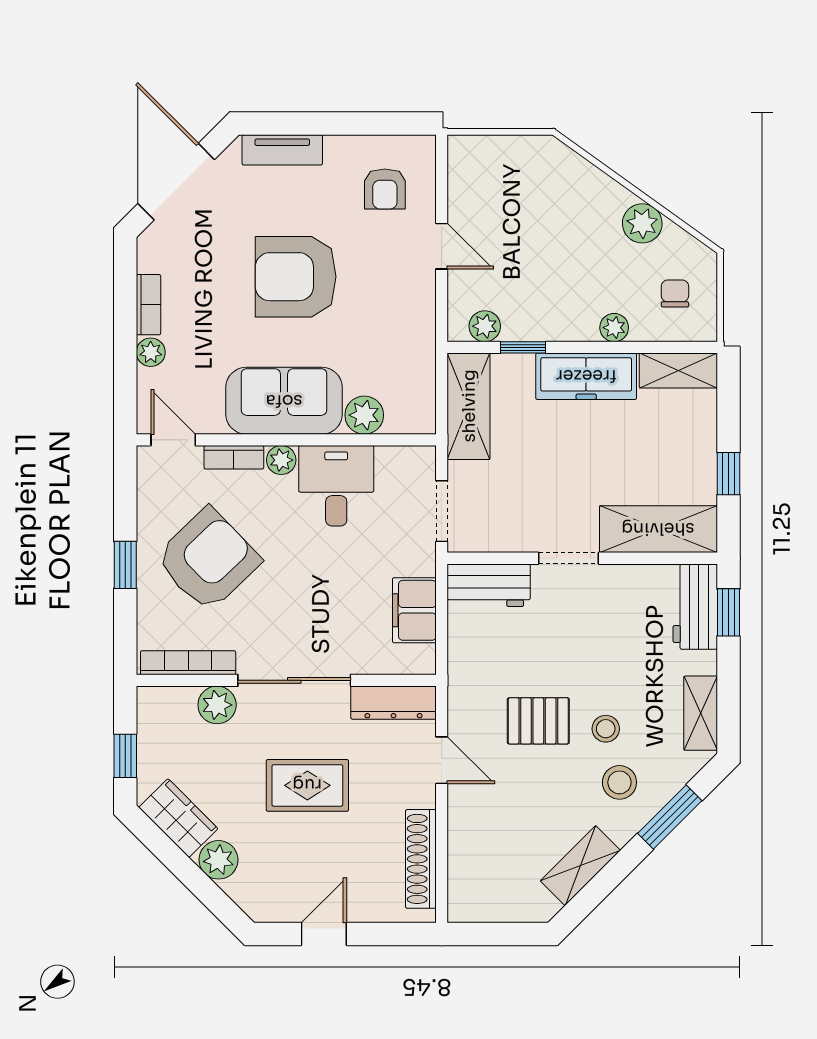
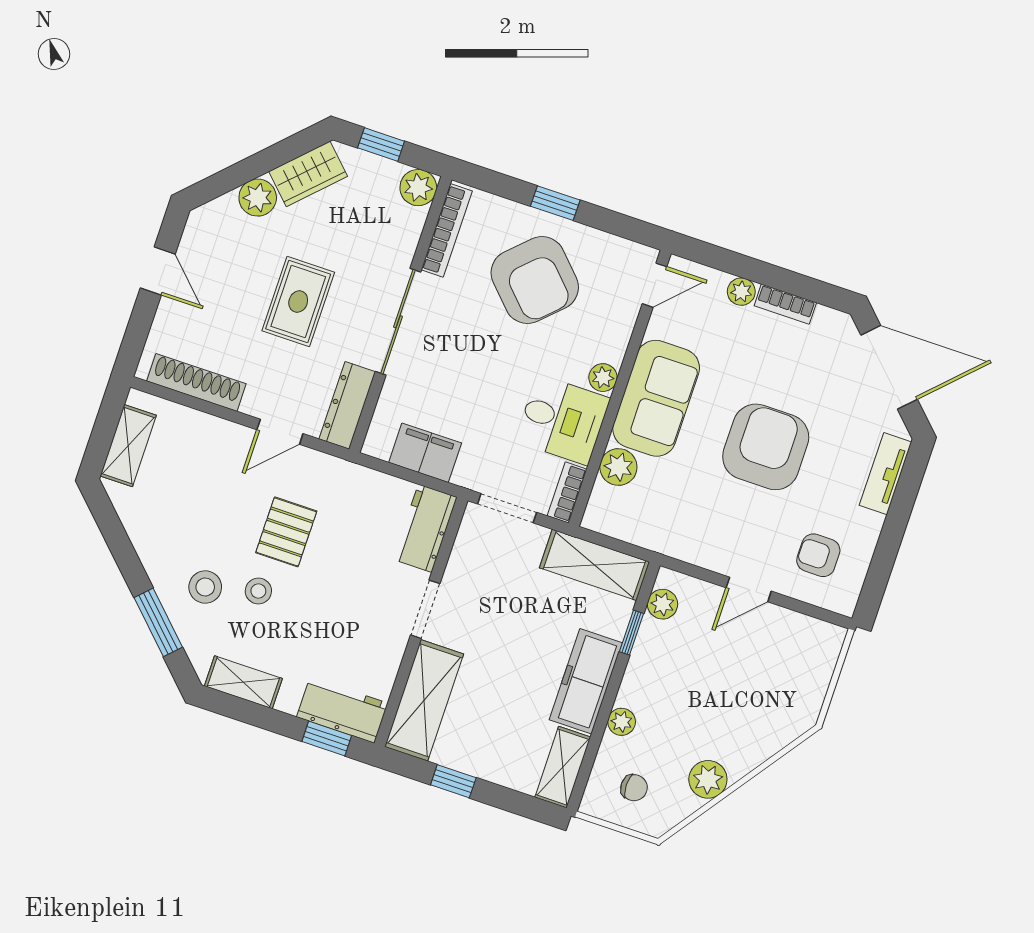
bookcase: (234, 457) -> (567, 492), moved
plant: (217, 705) -> (418, 188), moved
shelving: (580, 866) -> (128, 446), moved, turned 45

